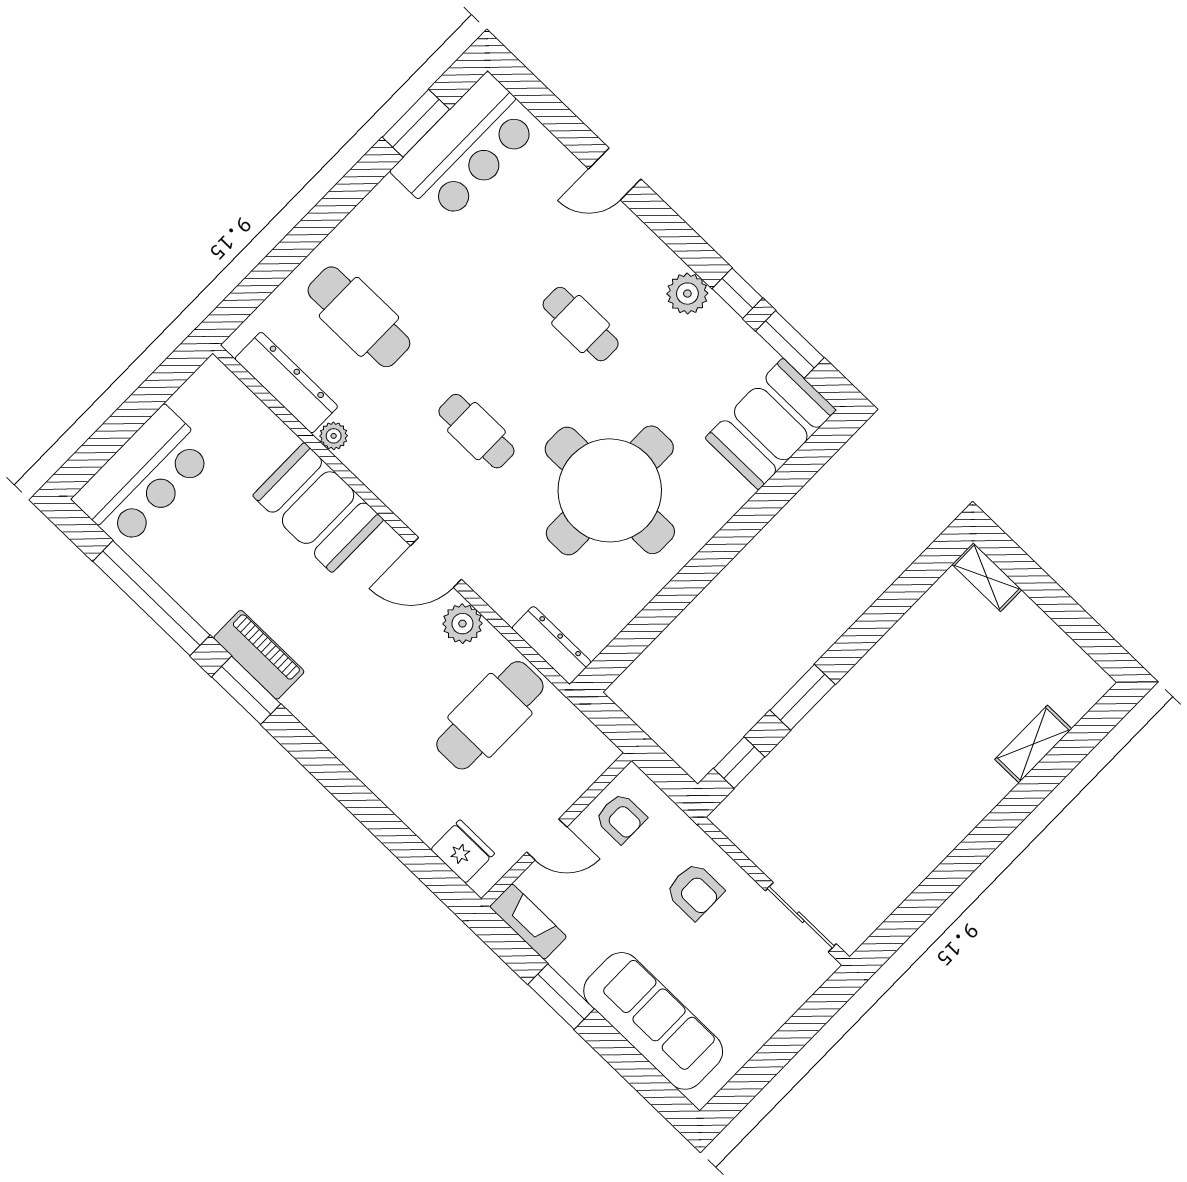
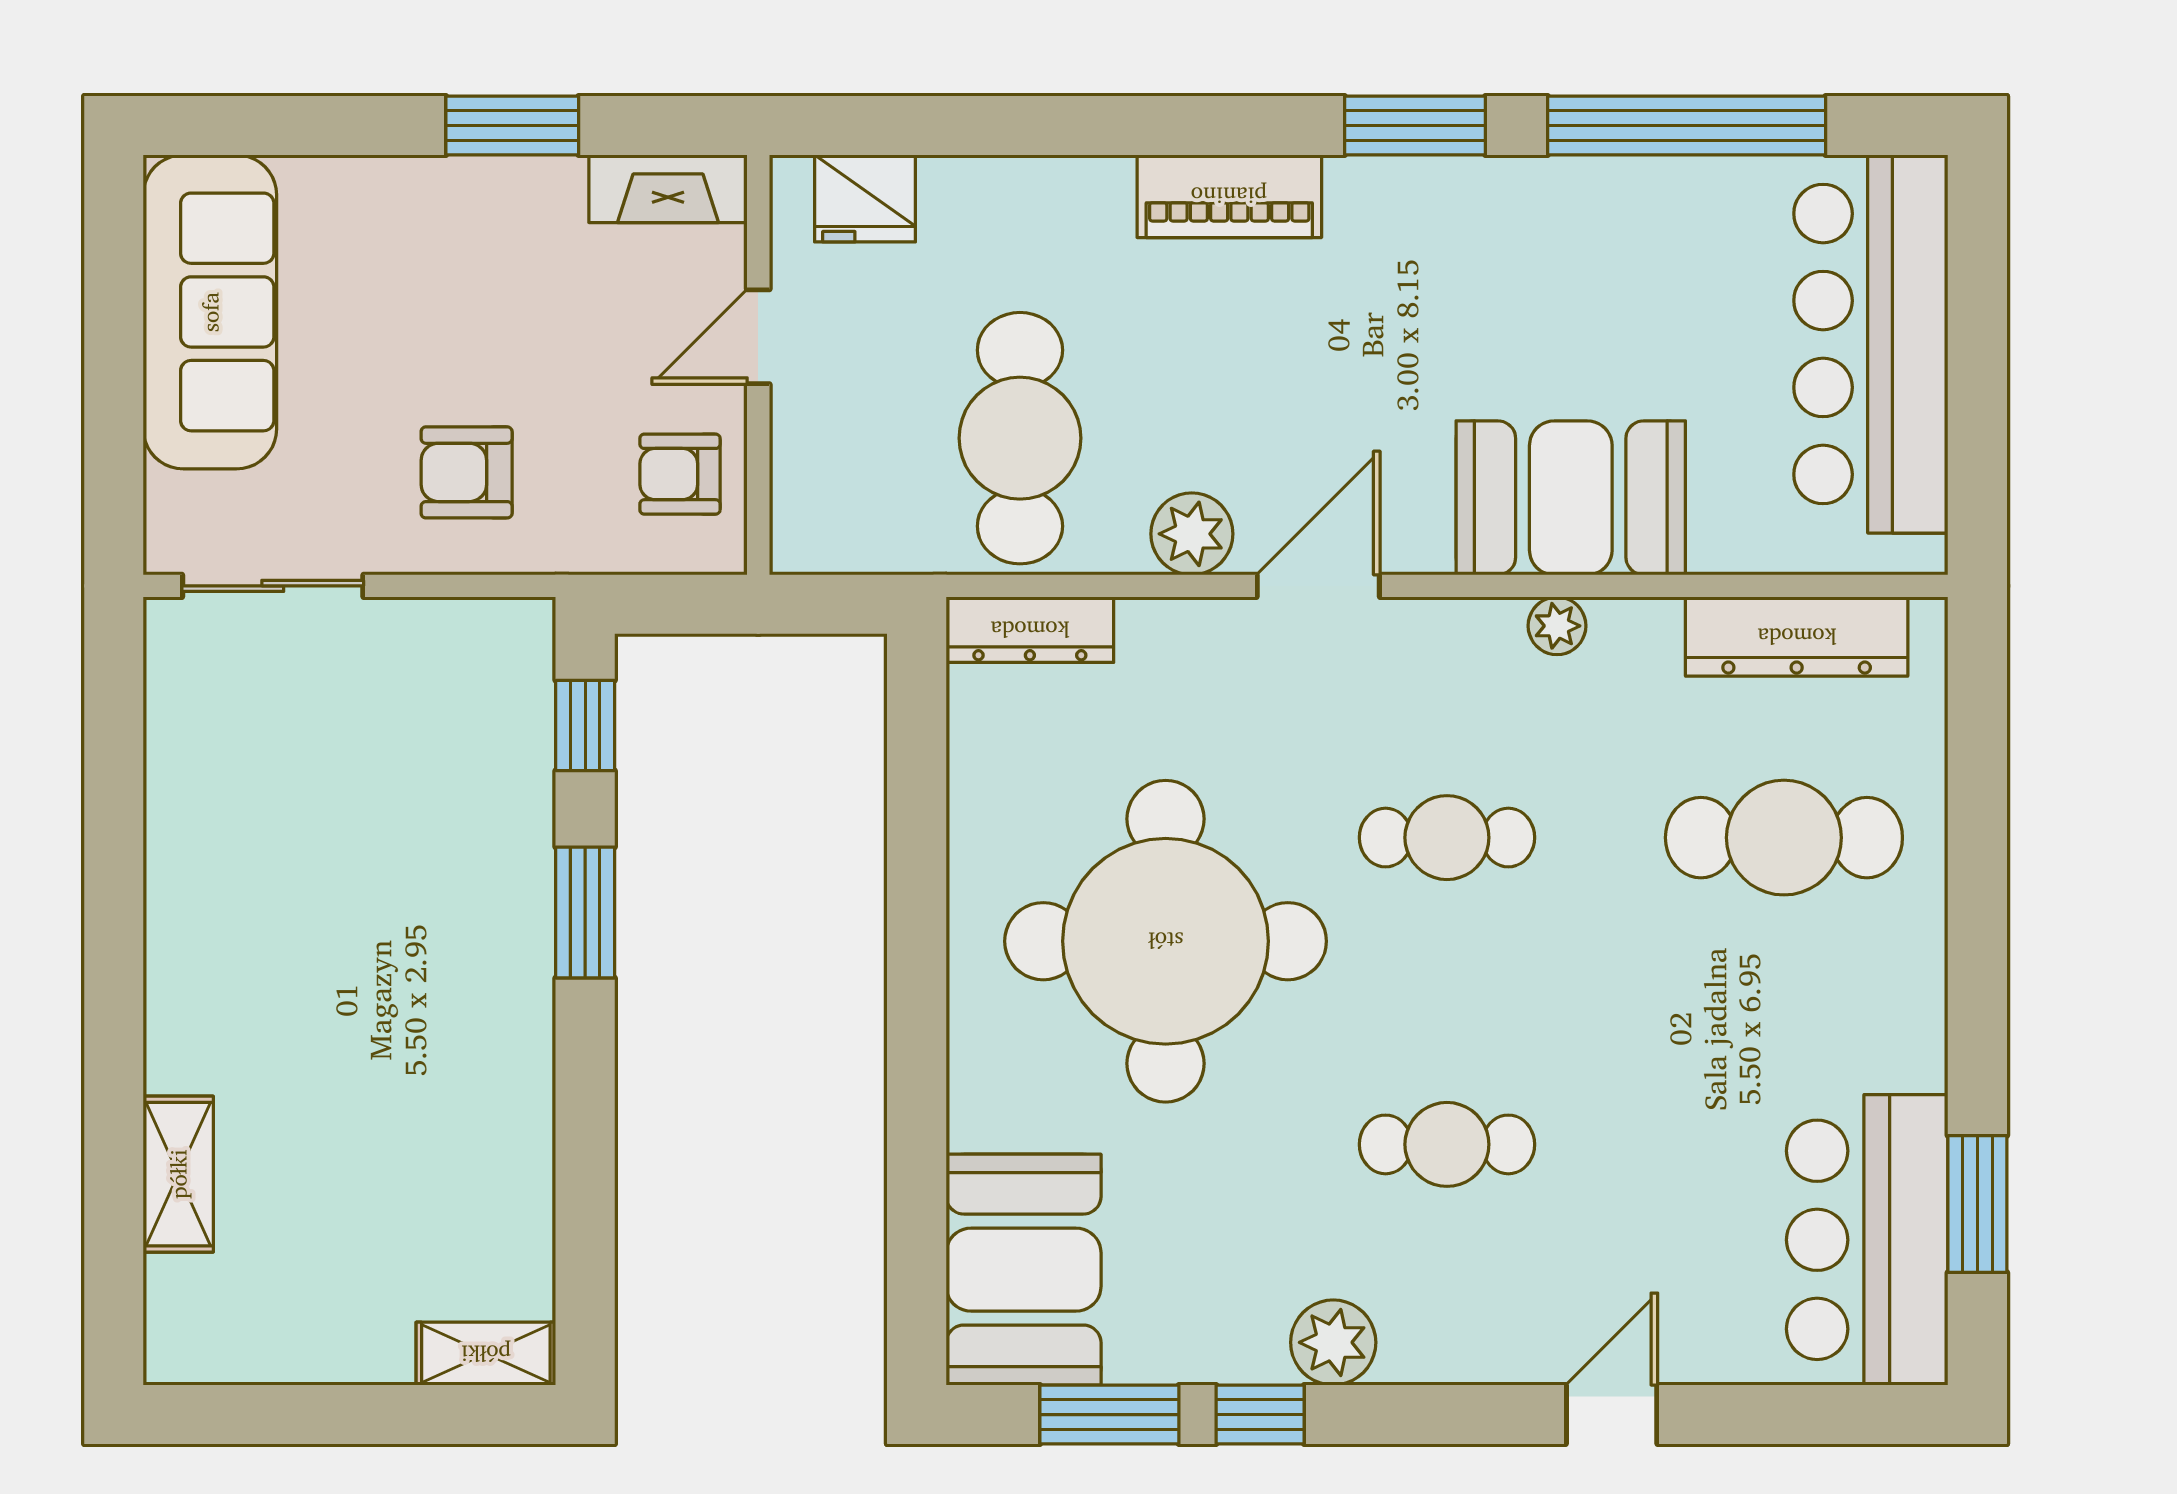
plant: (334, 436) -> (1557, 626), moved
bar counter: (144, 477) -> (1871, 344), width x1.36
piano: (259, 655) -> (1229, 196), moved
sofa: (653, 1021) -> (210, 312), moved, turned -90

